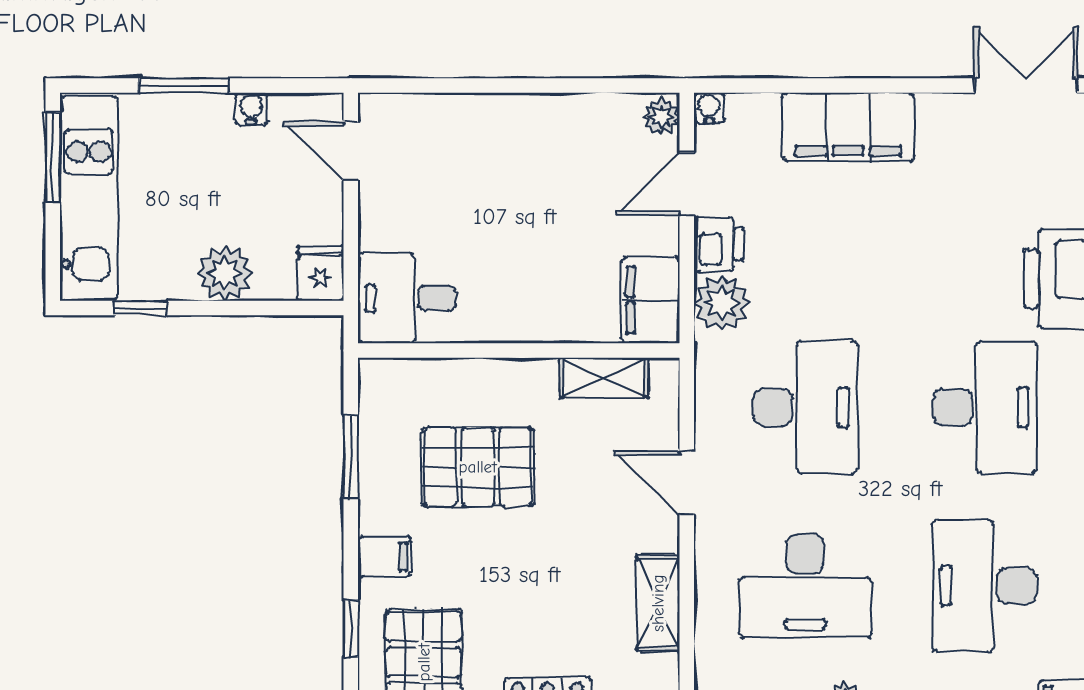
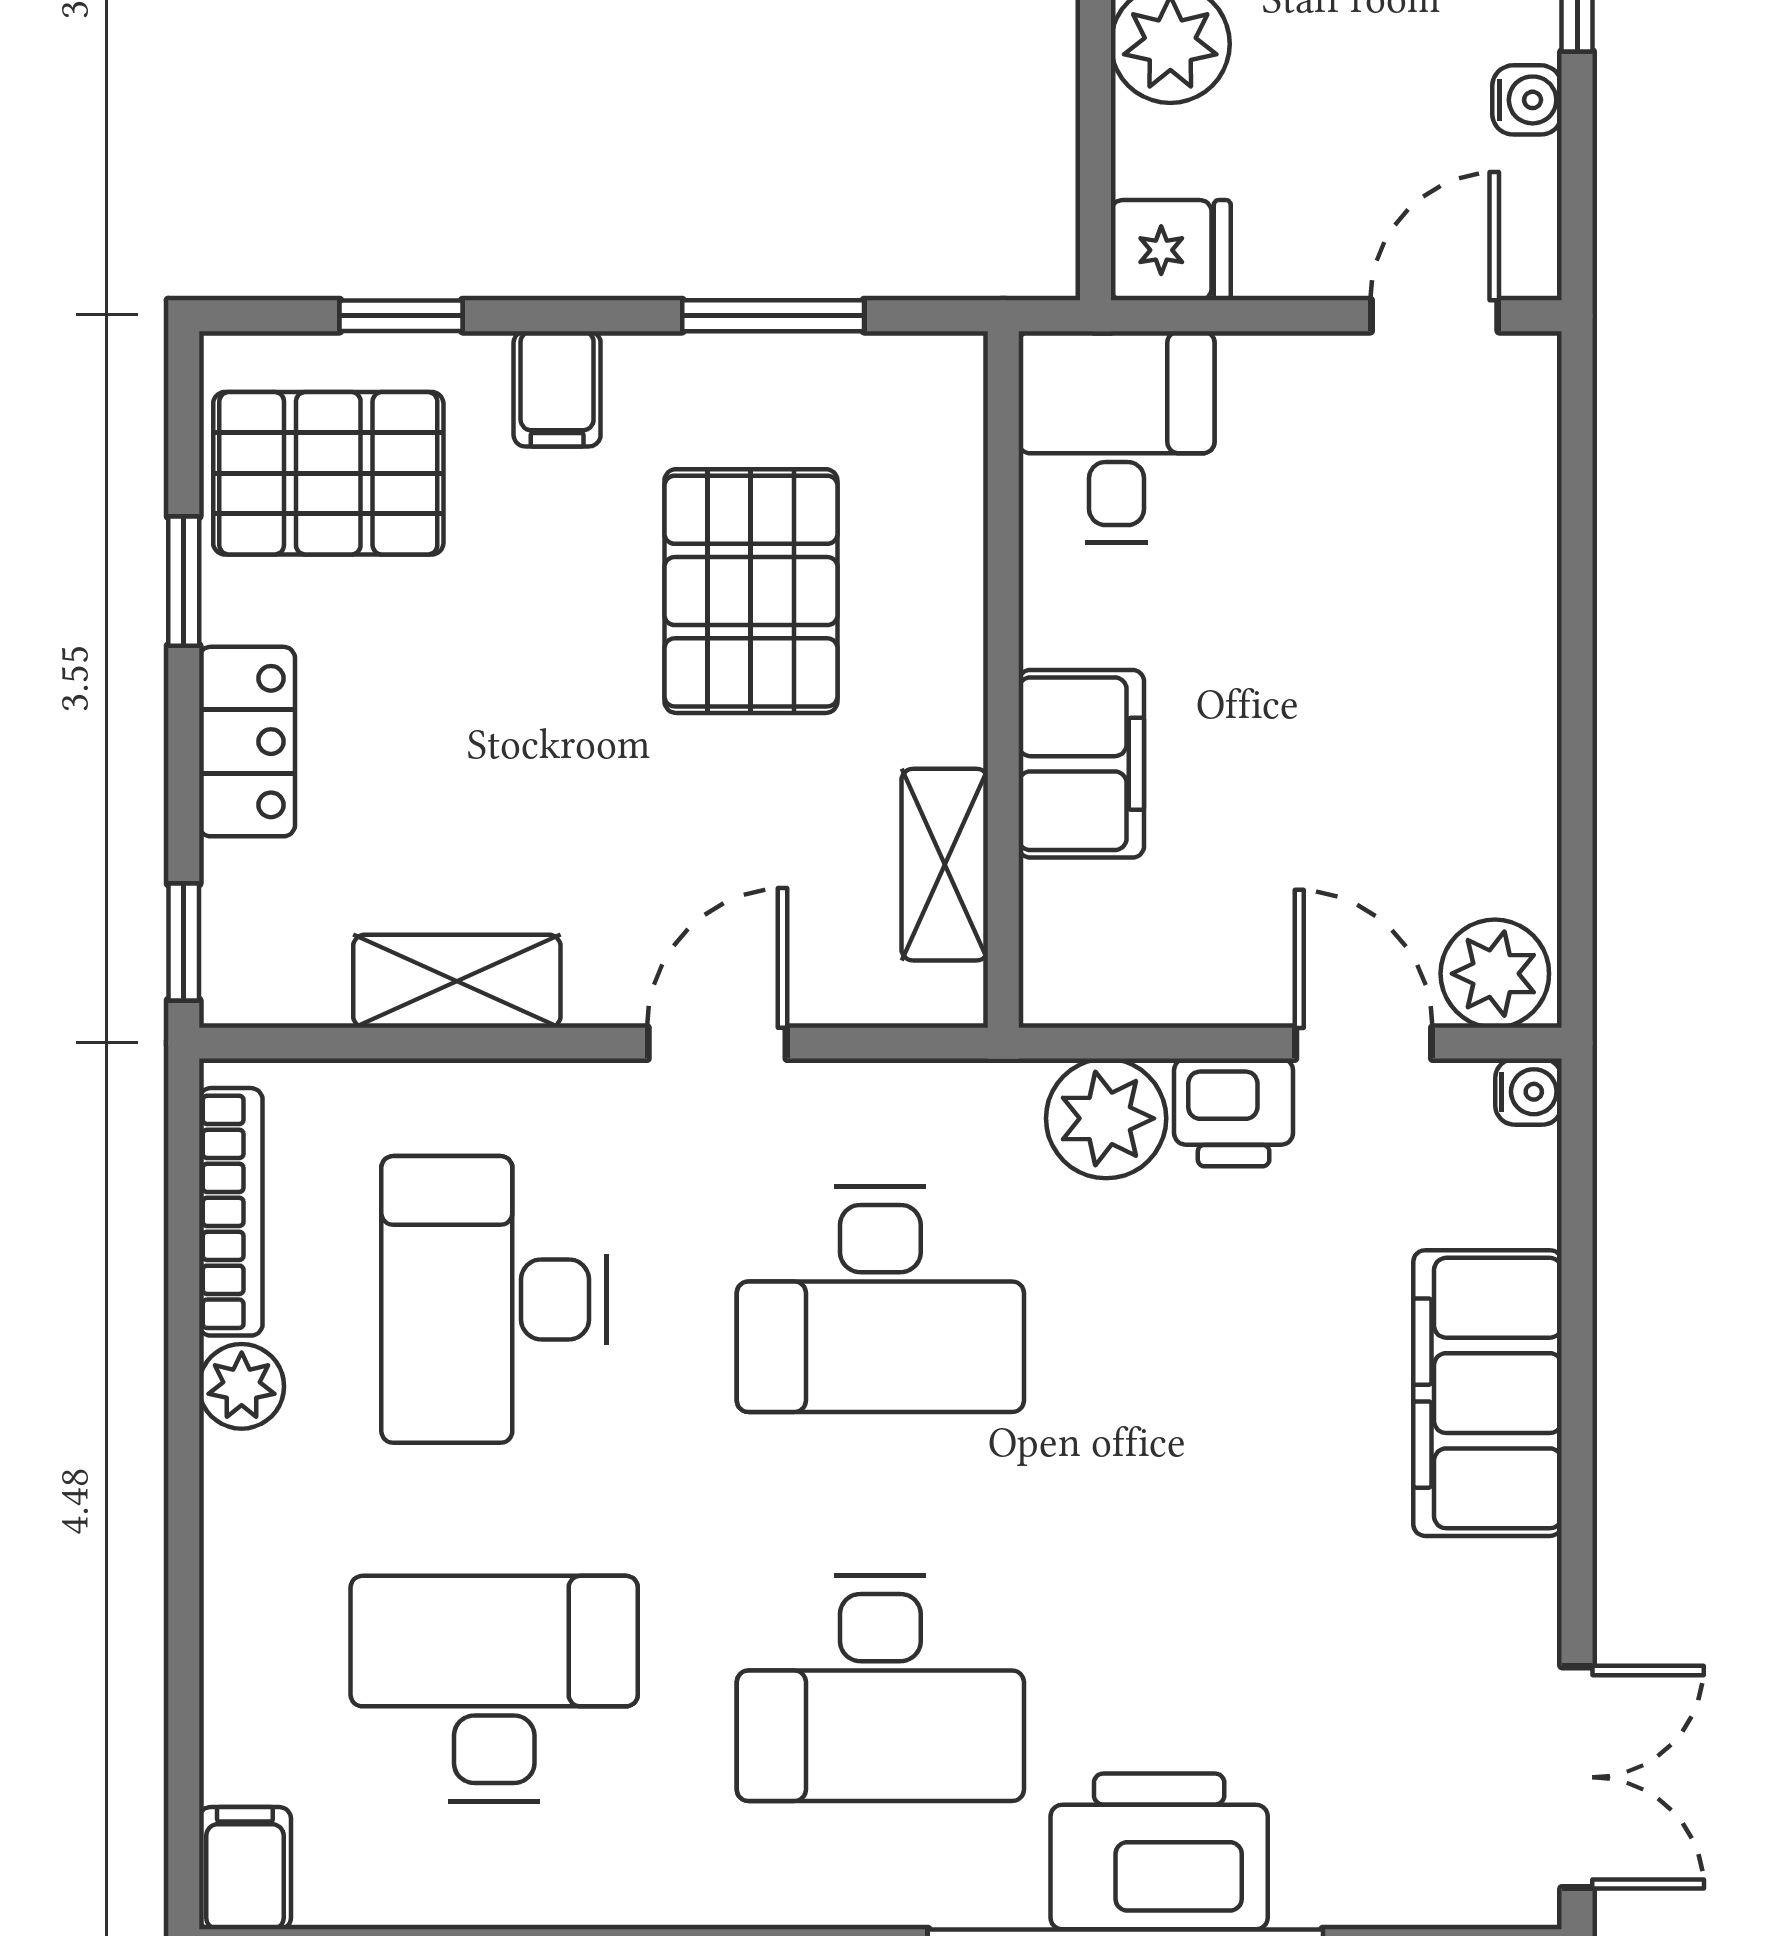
plant: (661, 117) -> (1495, 974), width x1.38, depth x1.38
filing cabinet: (651, 300) -> (1081, 764), moved, turned 90

